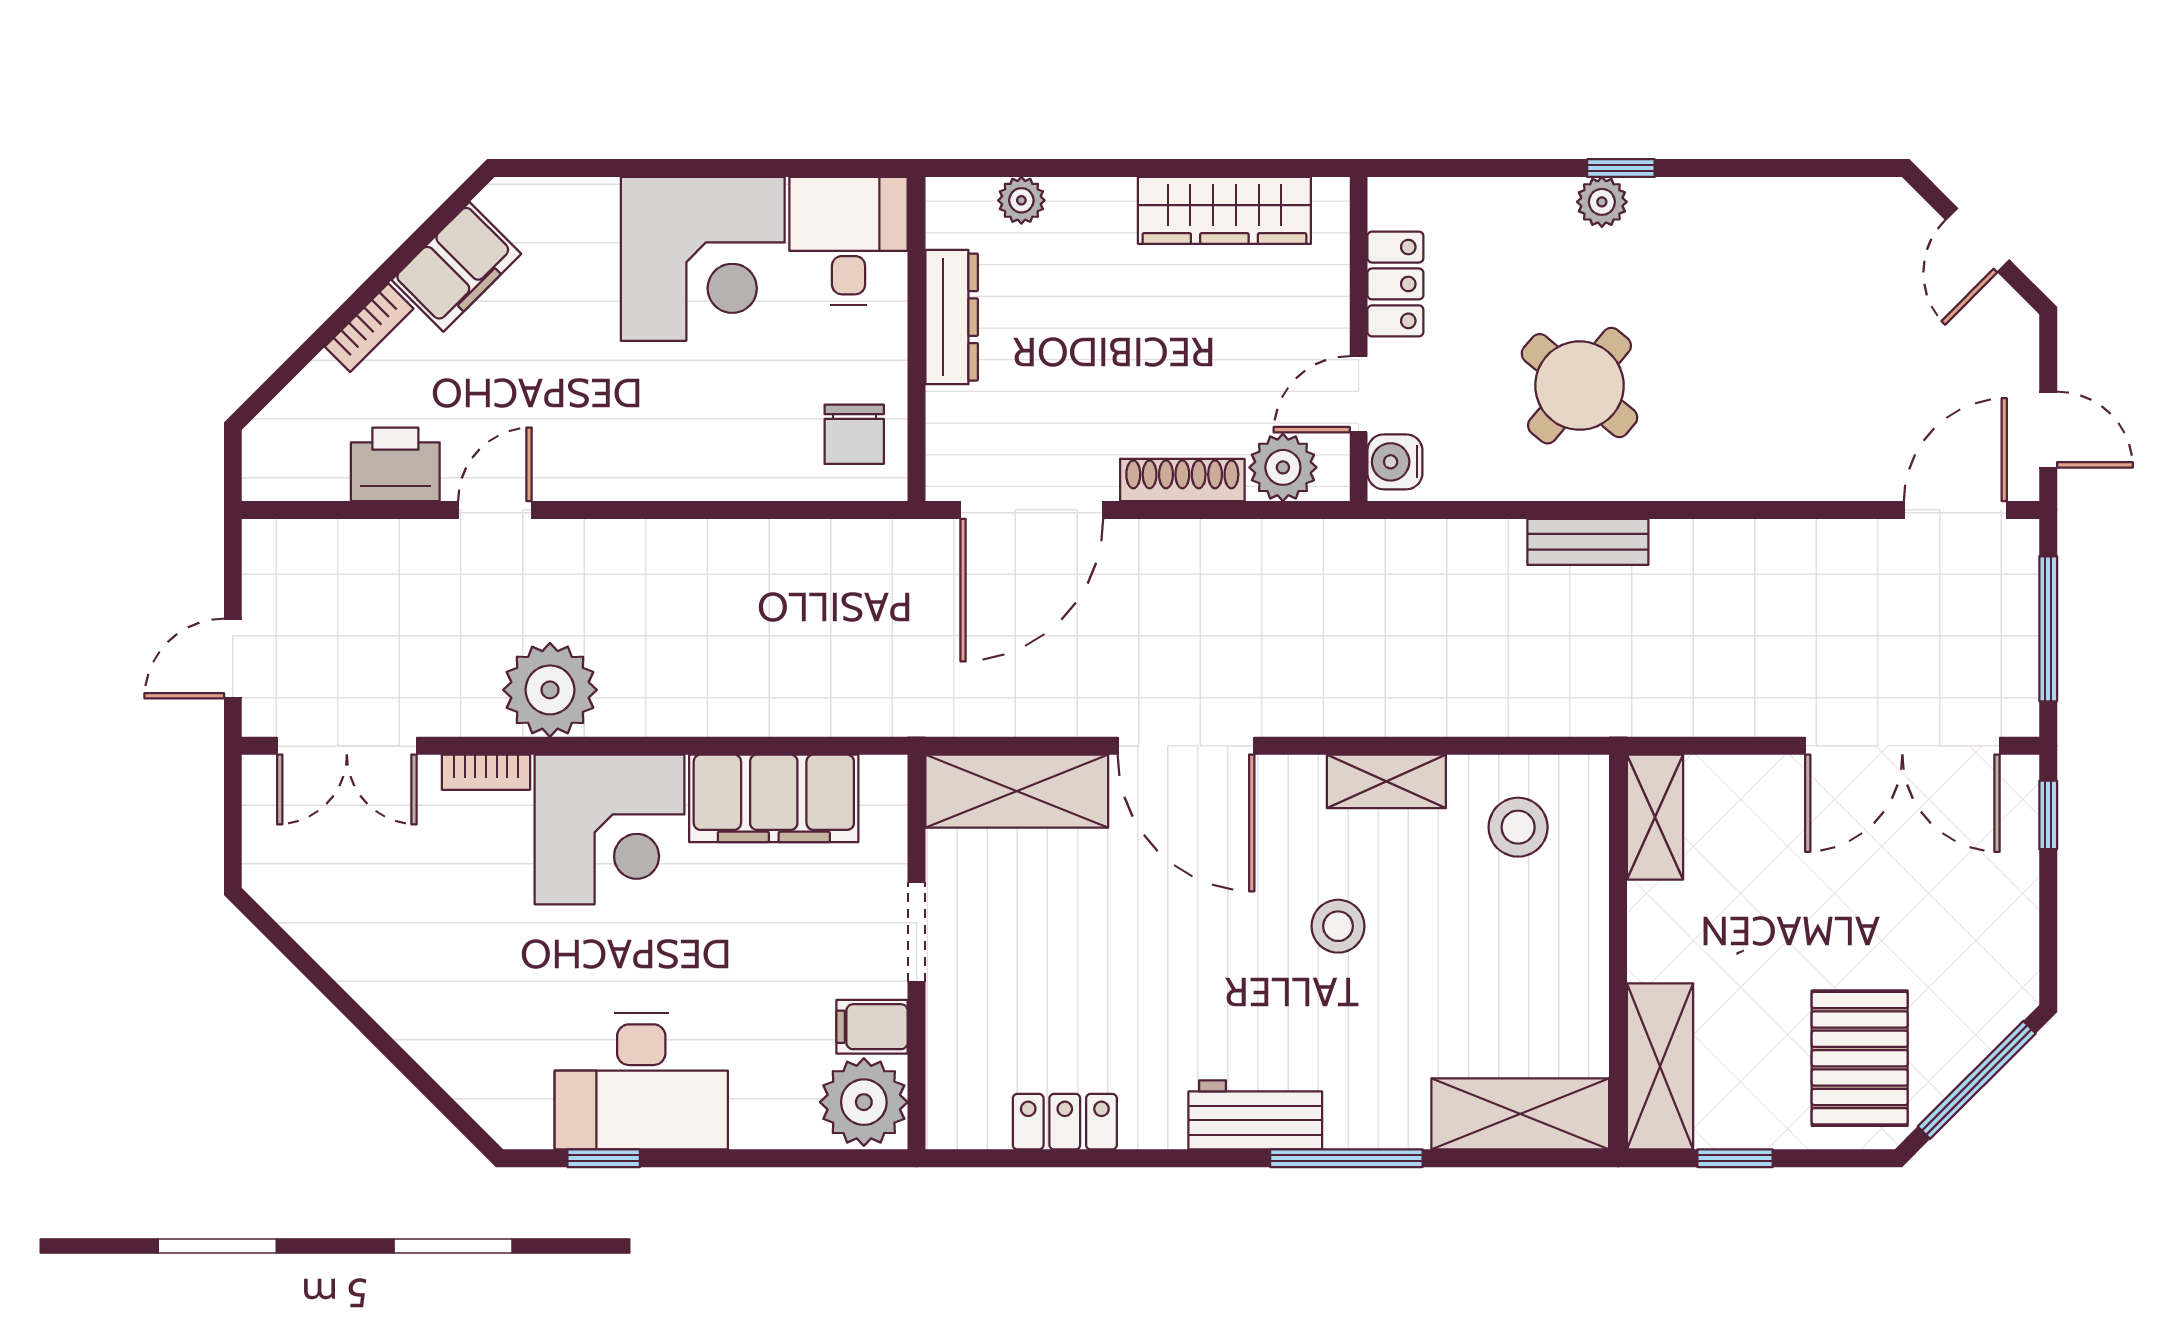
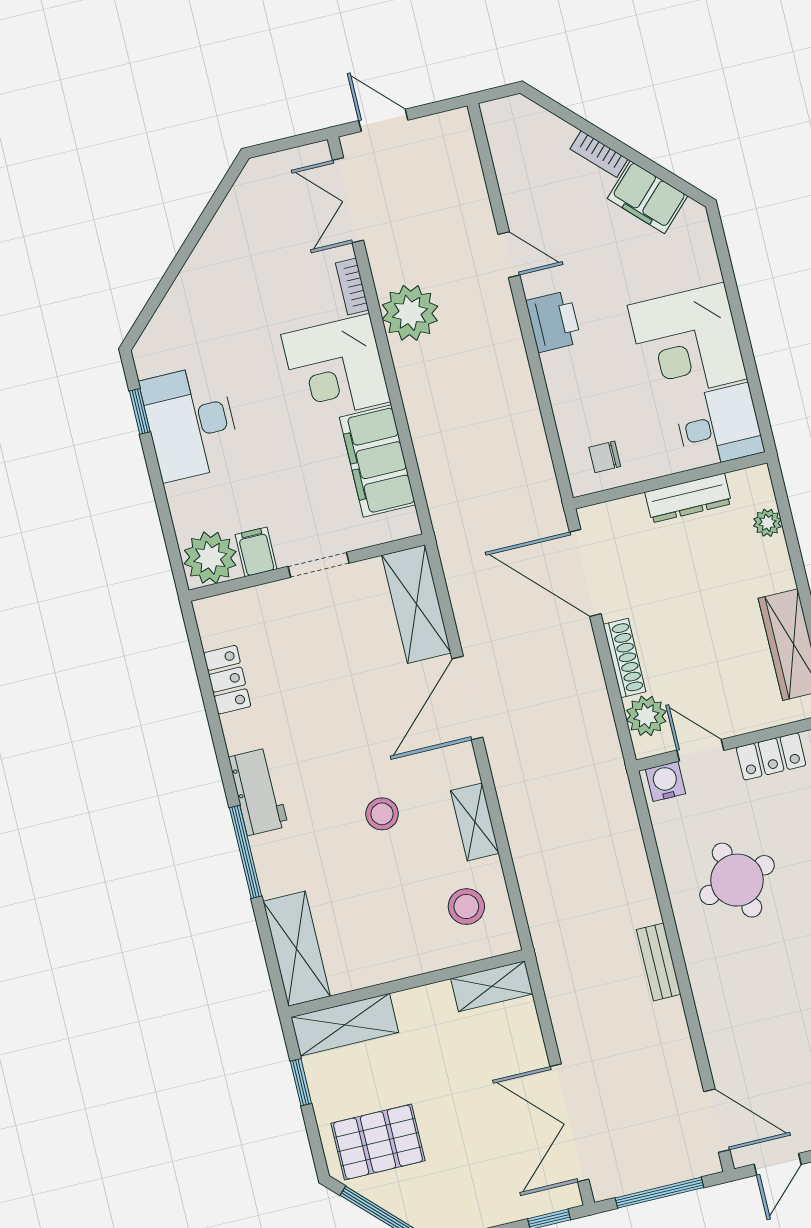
round table: (1579, 386) -> (737, 880), turned 35
chair: (854, 434) -> (605, 457), width x0.73, depth x0.73
printer: (395, 464) -> (553, 322), moved
bench: (1588, 542) -> (659, 962), moved

